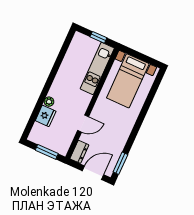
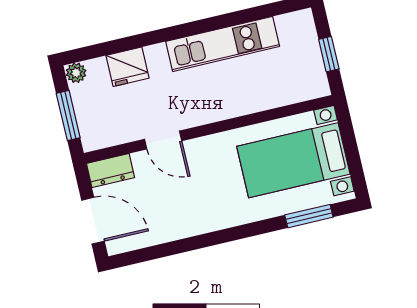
kitchen unit: (97, 68) -> (223, 44), moved, turned 180
plant: (49, 102) -> (76, 73), moved
window: (120, 163) -> (309, 216), moved

